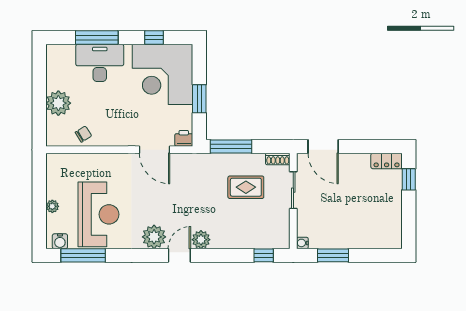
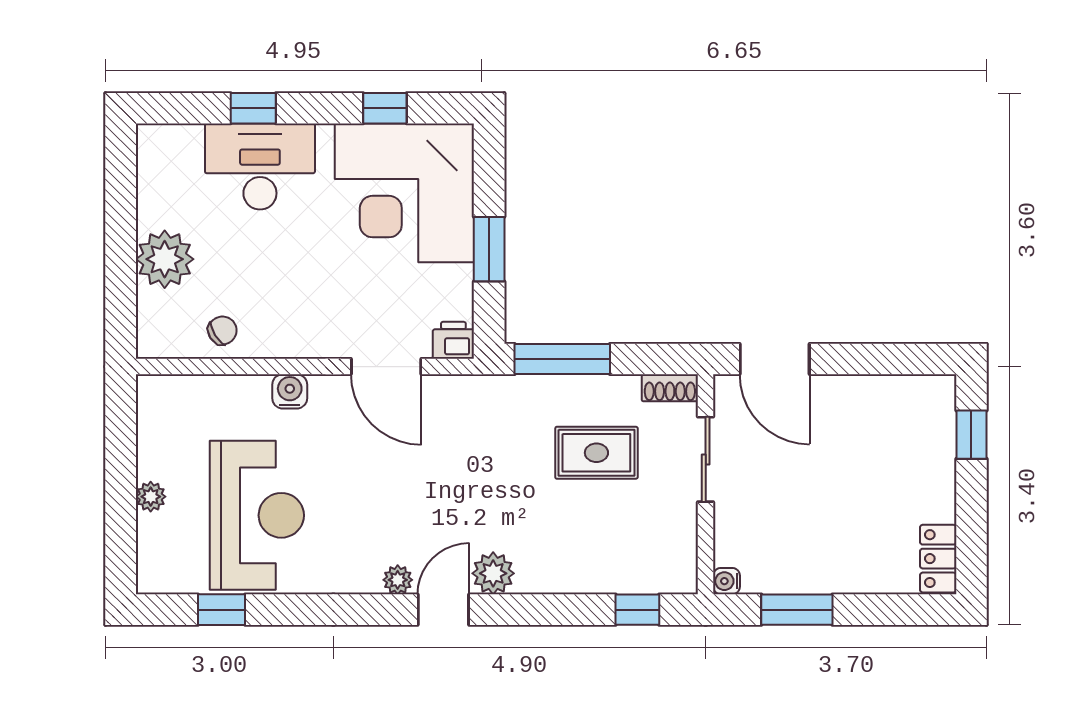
window: (97, 38) -> (253, 108), width x0.46
locker: (387, 161) -> (938, 559), moved, turned 90
plant: (154, 237) -> (398, 580), width x0.53, depth x0.53
water cooler: (60, 241) -> (290, 391), moved, turned 180
window: (83, 255) -> (222, 610), width x0.46

